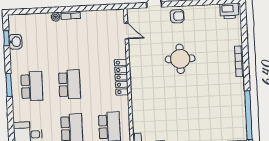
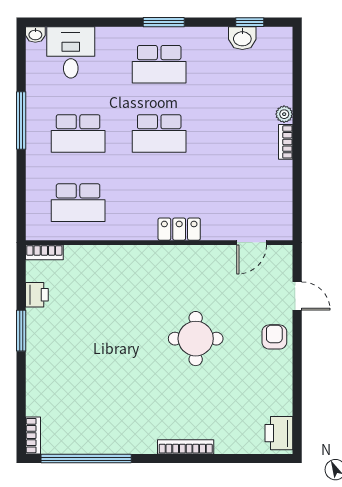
armchair: (177, 16) -> (274, 337), turned 180
locker: (121, 77) -> (179, 229), width x0.66

